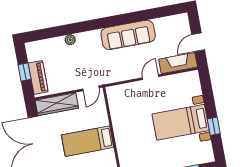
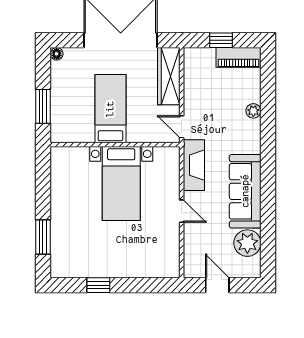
plant: (164, 26) -> (247, 243), added
fireplace: (178, 63) -> (194, 165), moved
piano: (38, 77) -> (238, 57), moved
bed with nightstands: (181, 122) -> (121, 184), moved, turned 180

